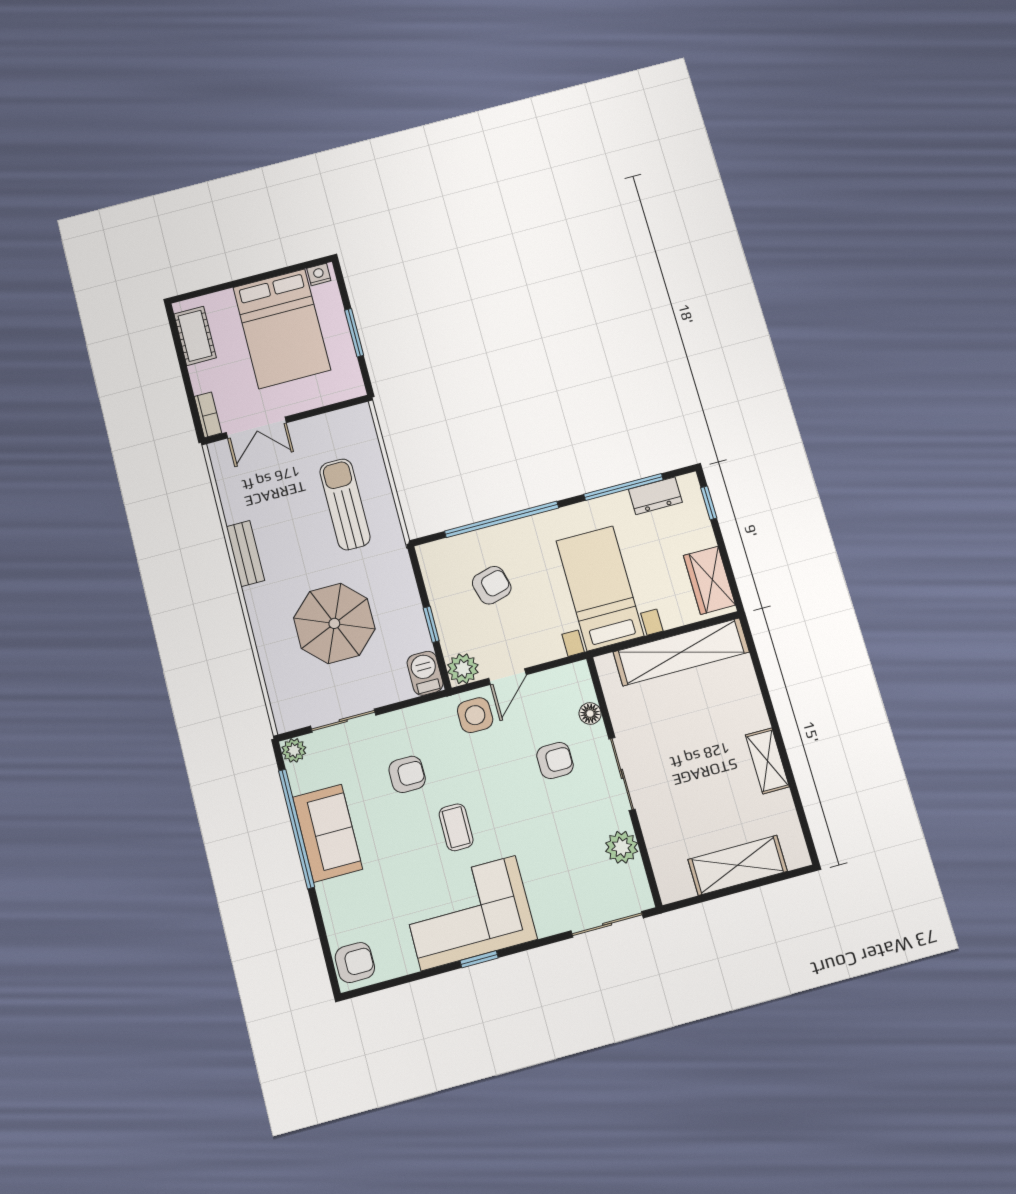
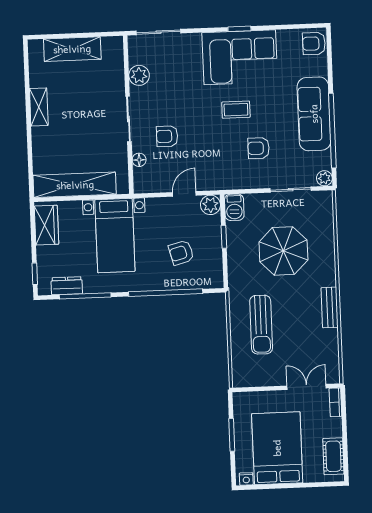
side table: (475, 715) -> (209, 175), removed
coffee table: (456, 827) -> (236, 110), turned 90
sofa: (327, 833) -> (314, 114), width x1.36

